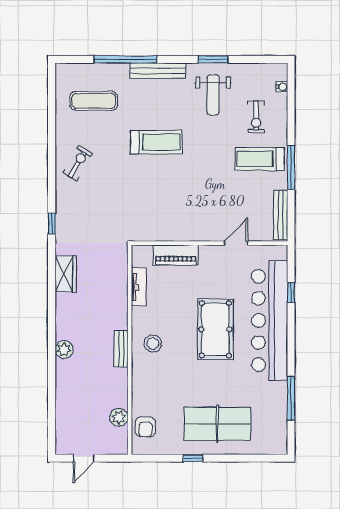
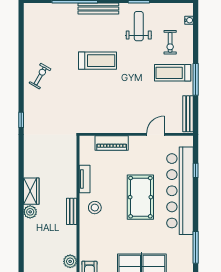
weight bench: (213, 95) -> (139, 26), turned 180
exercise mat: (94, 101) -> (52, 31), removed
wardrobe: (66, 274) -> (31, 191), moved
tv unit: (139, 287) -> (85, 179), moved

